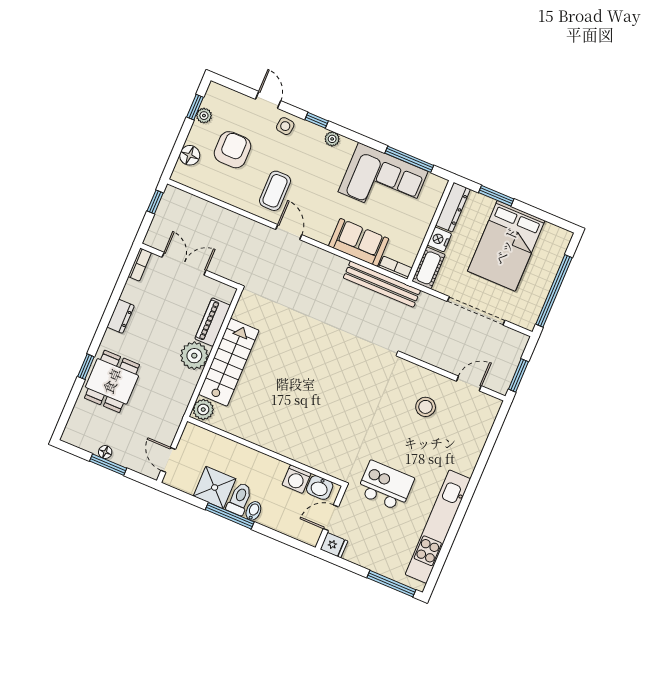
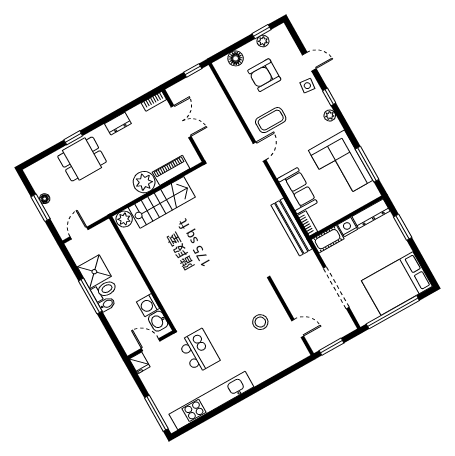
door: (268, 100) -> (309, 62), hinge flipped
armchair: (233, 150) -> (264, 75), turned 180
bed: (506, 246) -> (397, 284), moved

